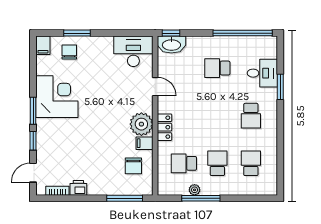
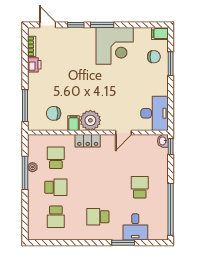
washbasin: (171, 45) -> (163, 141), width x0.52, depth x0.69
school desk: (251, 163) -> (56, 217), turned 90

